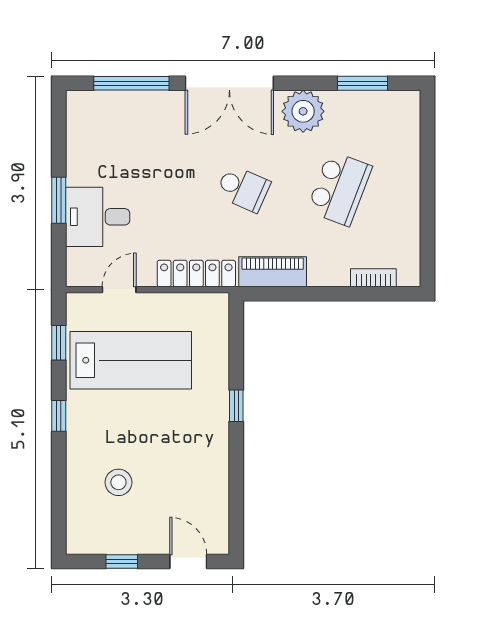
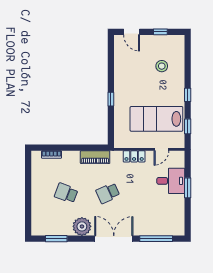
school desk: (243, 188) -> (108, 193), turned -48
school desk: (339, 188) -> (66, 193), width x0.54
locker: (196, 274) -> (134, 156), width x0.66

